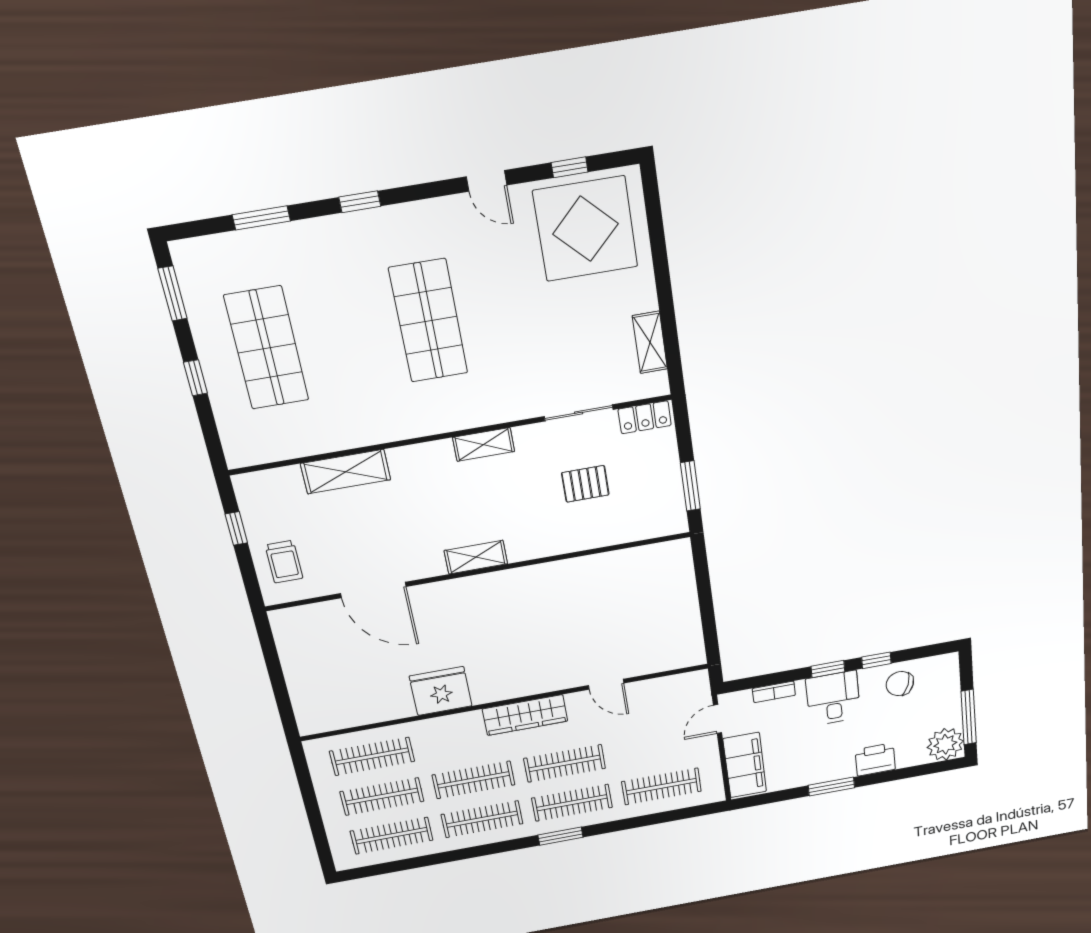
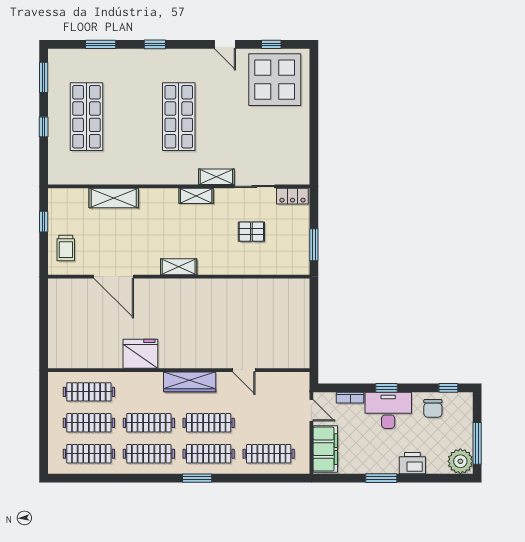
shelving: (650, 342) -> (216, 177), moved, turned 90
window: (876, 660) -> (448, 388), moved
chair: (900, 684) -> (433, 408), turned -108
desk: (833, 698) -> (388, 410), width x1.37
door: (717, 719) -> (311, 410), swing flipped

